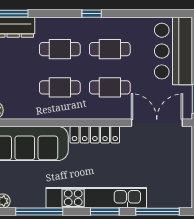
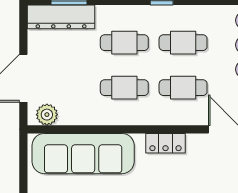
locker: (95, 135) -> (165, 143), width x0.66

